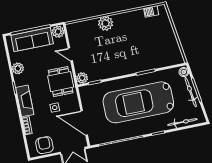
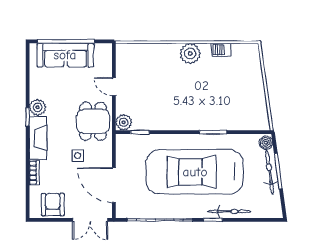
barbecue: (151, 11) -> (221, 50), moved
plant: (106, 23) -> (190, 53), moved
plant: (58, 32) -> (104, 52), removed
plant: (18, 68) -> (38, 107), moved
bicycle: (182, 122) -> (229, 211), moved

